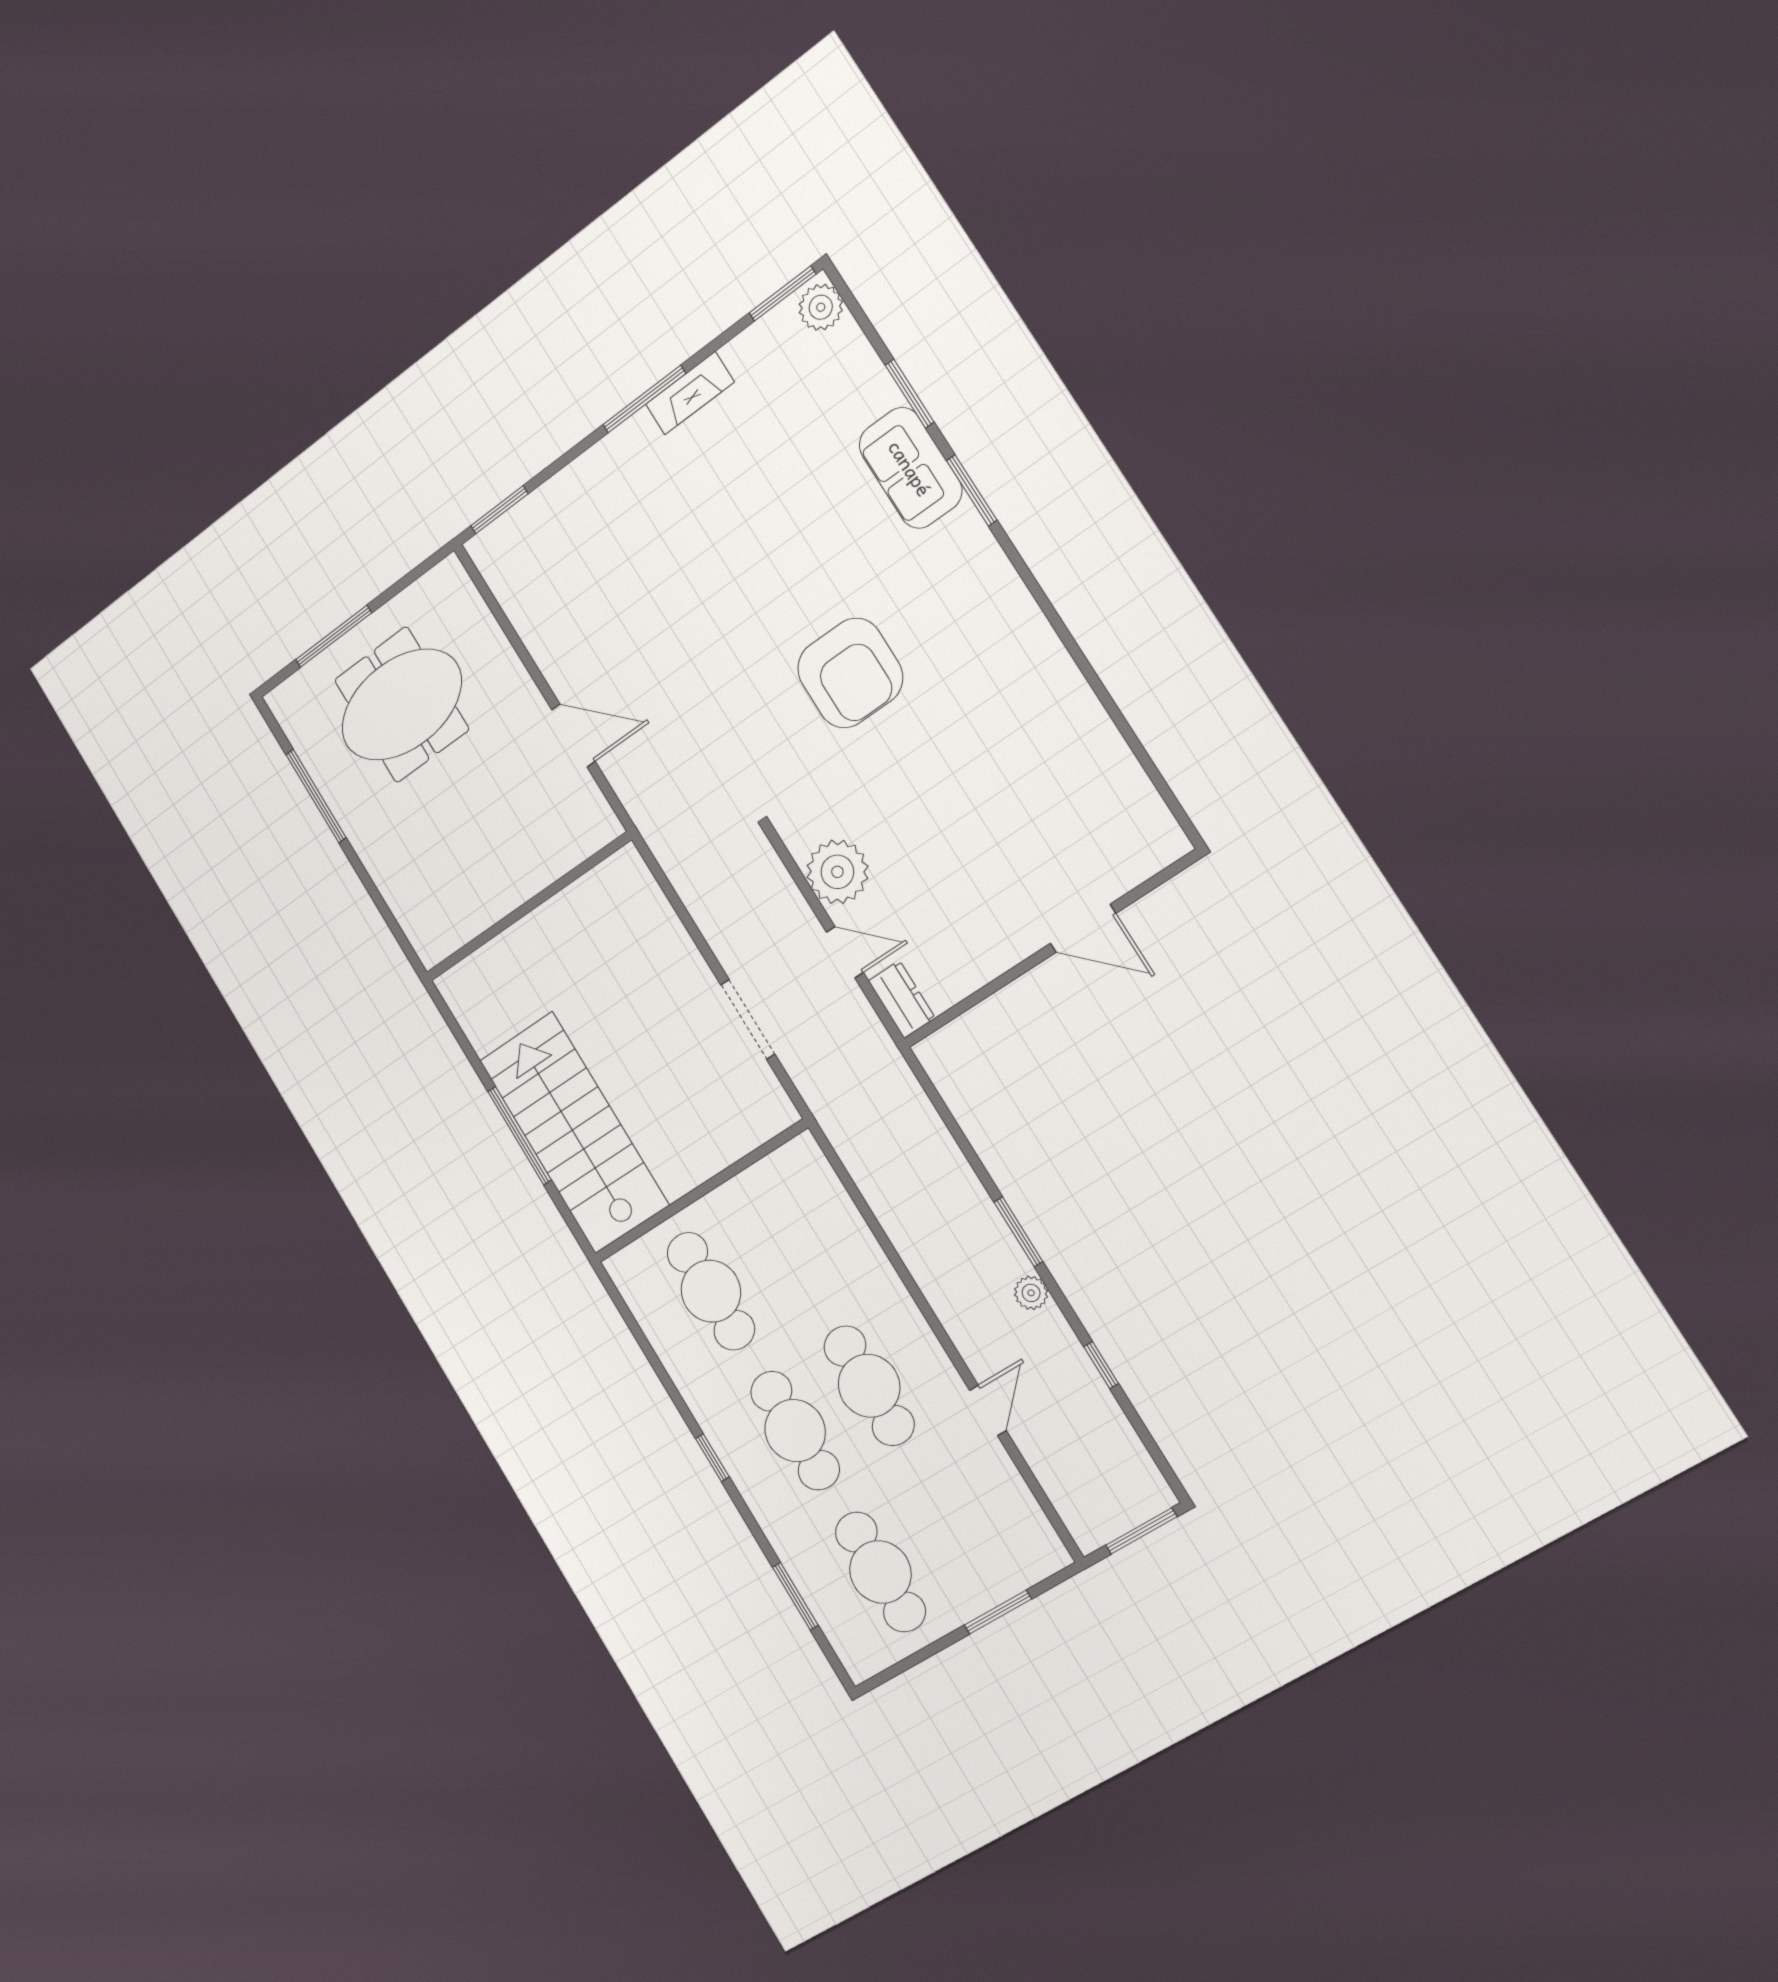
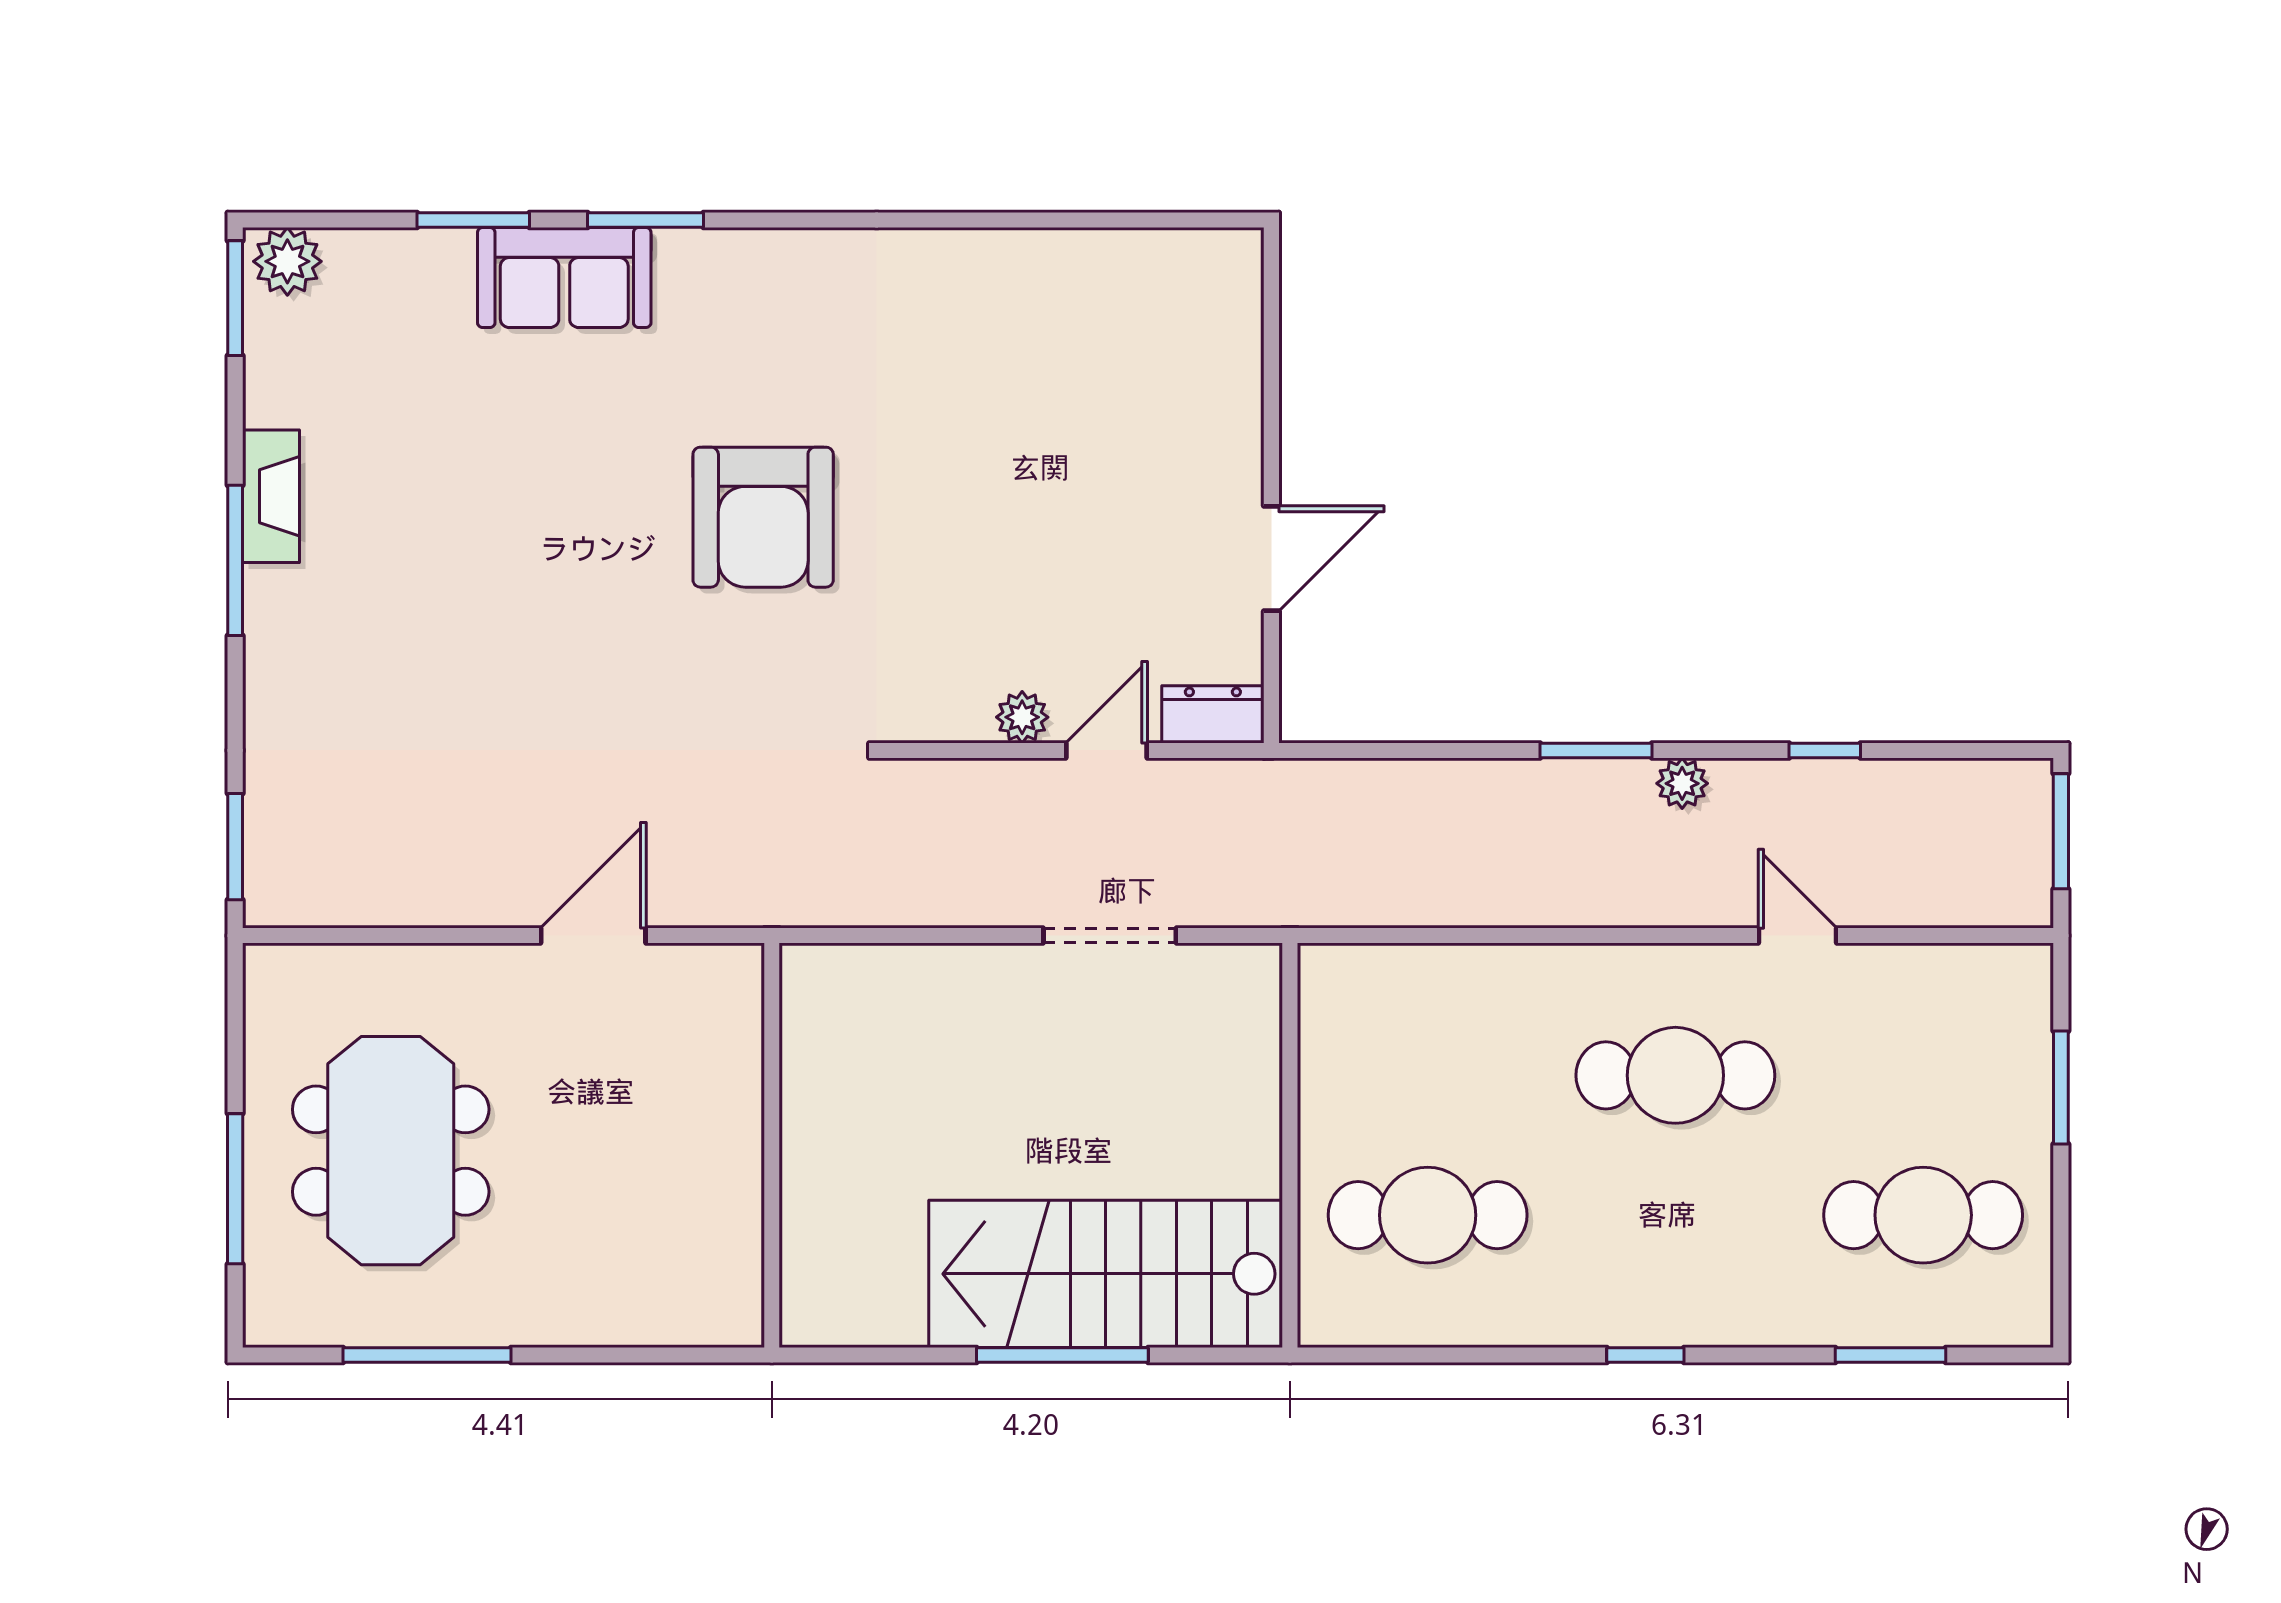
armchair: (850, 673) -> (763, 517), turned 90
plant: (837, 872) -> (1022, 717), width x0.53, depth x0.53
door: (1083, 928) -> (1271, 559), moved
cafe table: (795, 1431) -> (1675, 1215), removed

